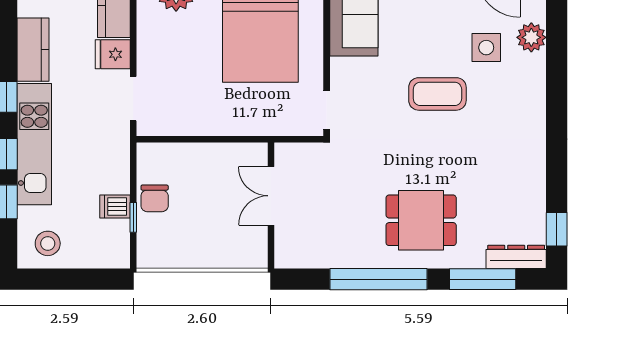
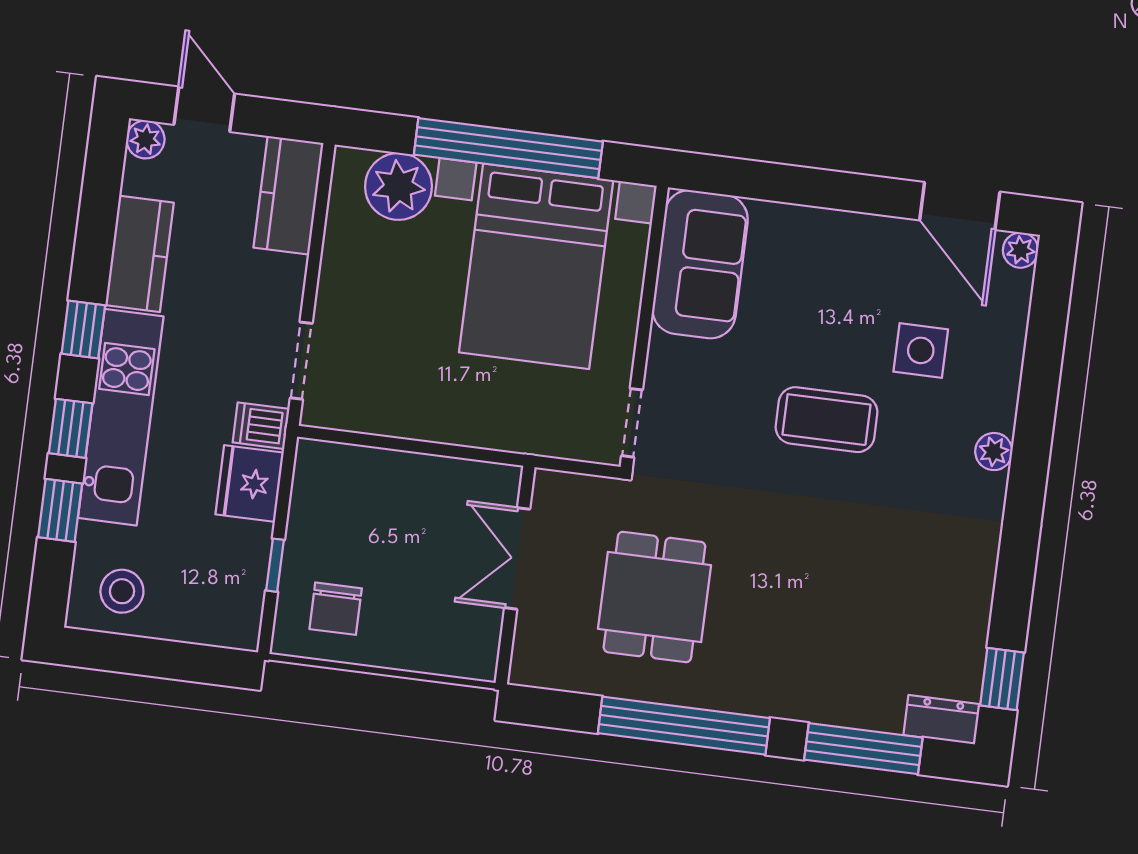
plant: (531, 37) -> (994, 452), moved, width x0.73, depth x0.73
fridge: (113, 54) -> (250, 484), moved, width x1.38
chair: (155, 198) -> (336, 609), moved
dishwasher: (115, 207) -> (261, 426), moved
dining table: (421, 220) -> (654, 597), moved, turned 90
dresser: (516, 257) -> (942, 720), width x0.70

